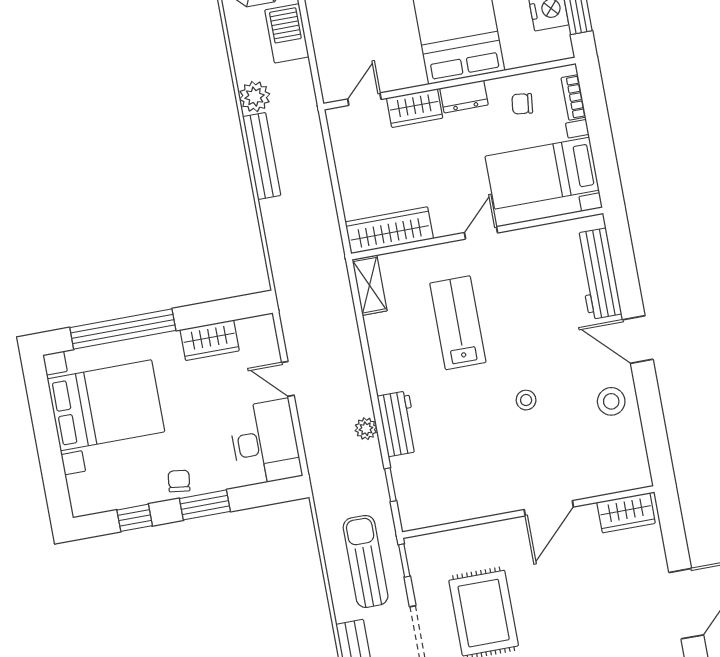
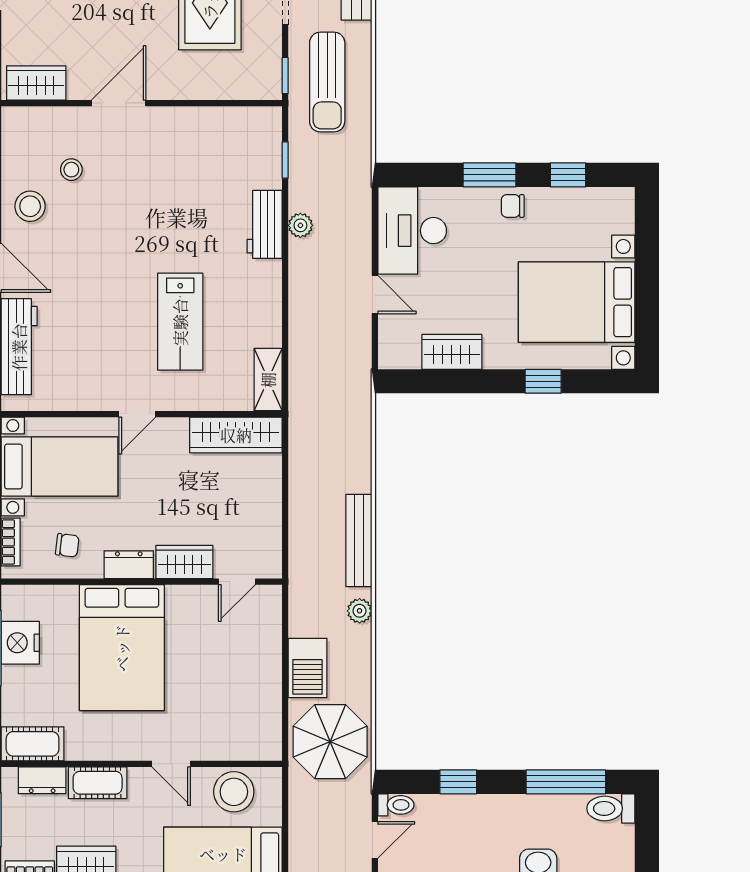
plant: (255, 97) -> (360, 611), width x0.73, depth x0.73
window: (123, 329) -> (543, 381), width x0.32
stool: (526, 400) -> (71, 170), moved
chair: (179, 481) -> (513, 206), turned 83

